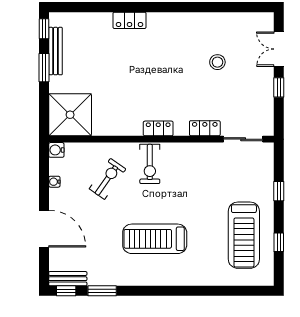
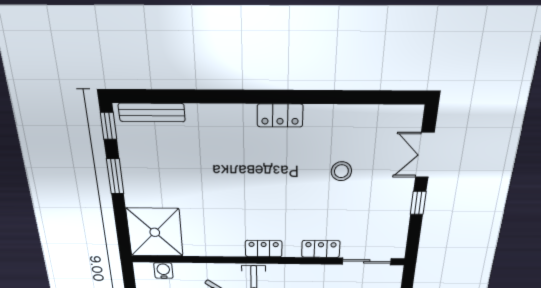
locker: (130, 20) -> (280, 115), moved
bench: (56, 51) -> (152, 112), moved, turned 90
water cooler: (56, 150) -> (163, 271), moved, turned 90

